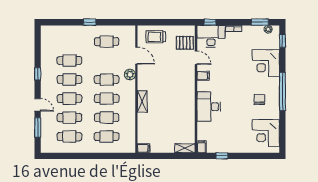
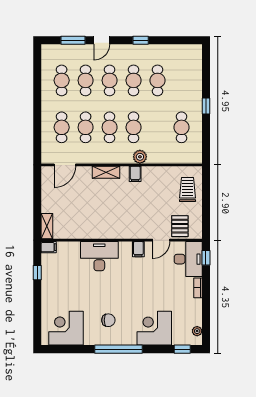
window: (260, 22) -> (206, 321), removed
door: (136, 56) -> (65, 165), moved
filing cabinet: (144, 148) -> (135, 174), moved

